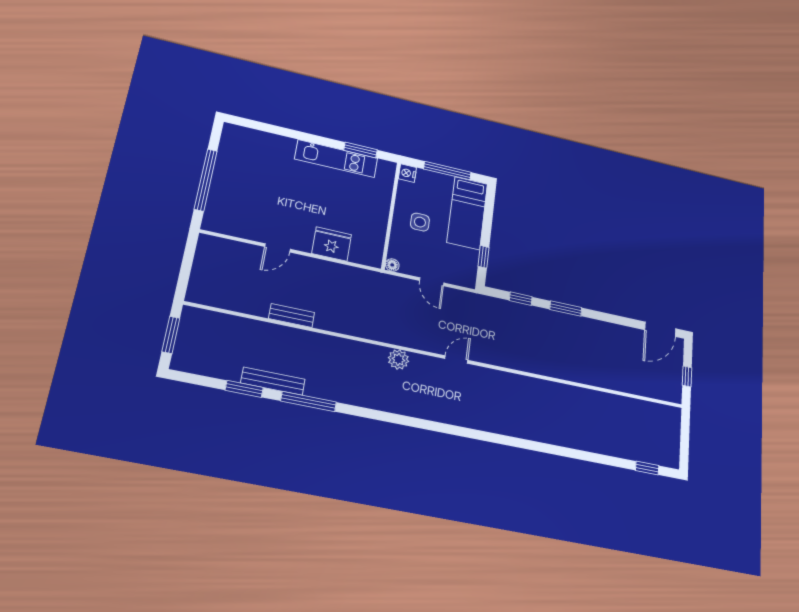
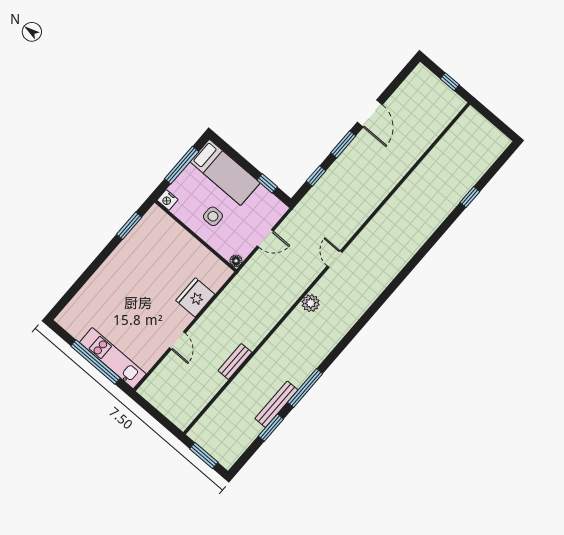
kitchen unit: (336, 159) -> (113, 358), moved, turned -90
door: (660, 329) -> (370, 113), moved
window: (647, 468) -> (470, 197), moved

